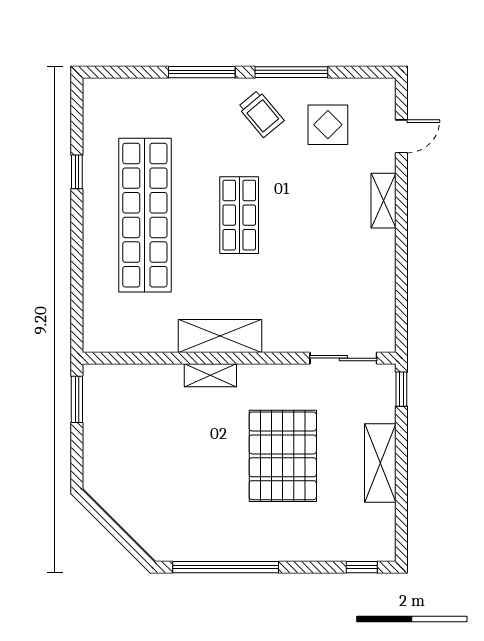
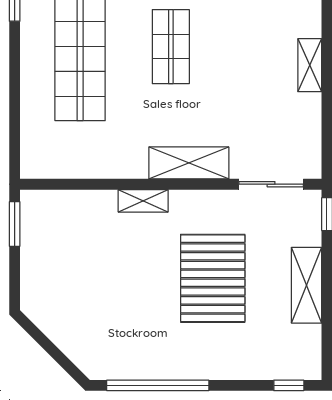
shelving: (384, 201) -> (310, 65), moved
shelving: (220, 336) -> (189, 163), moved

